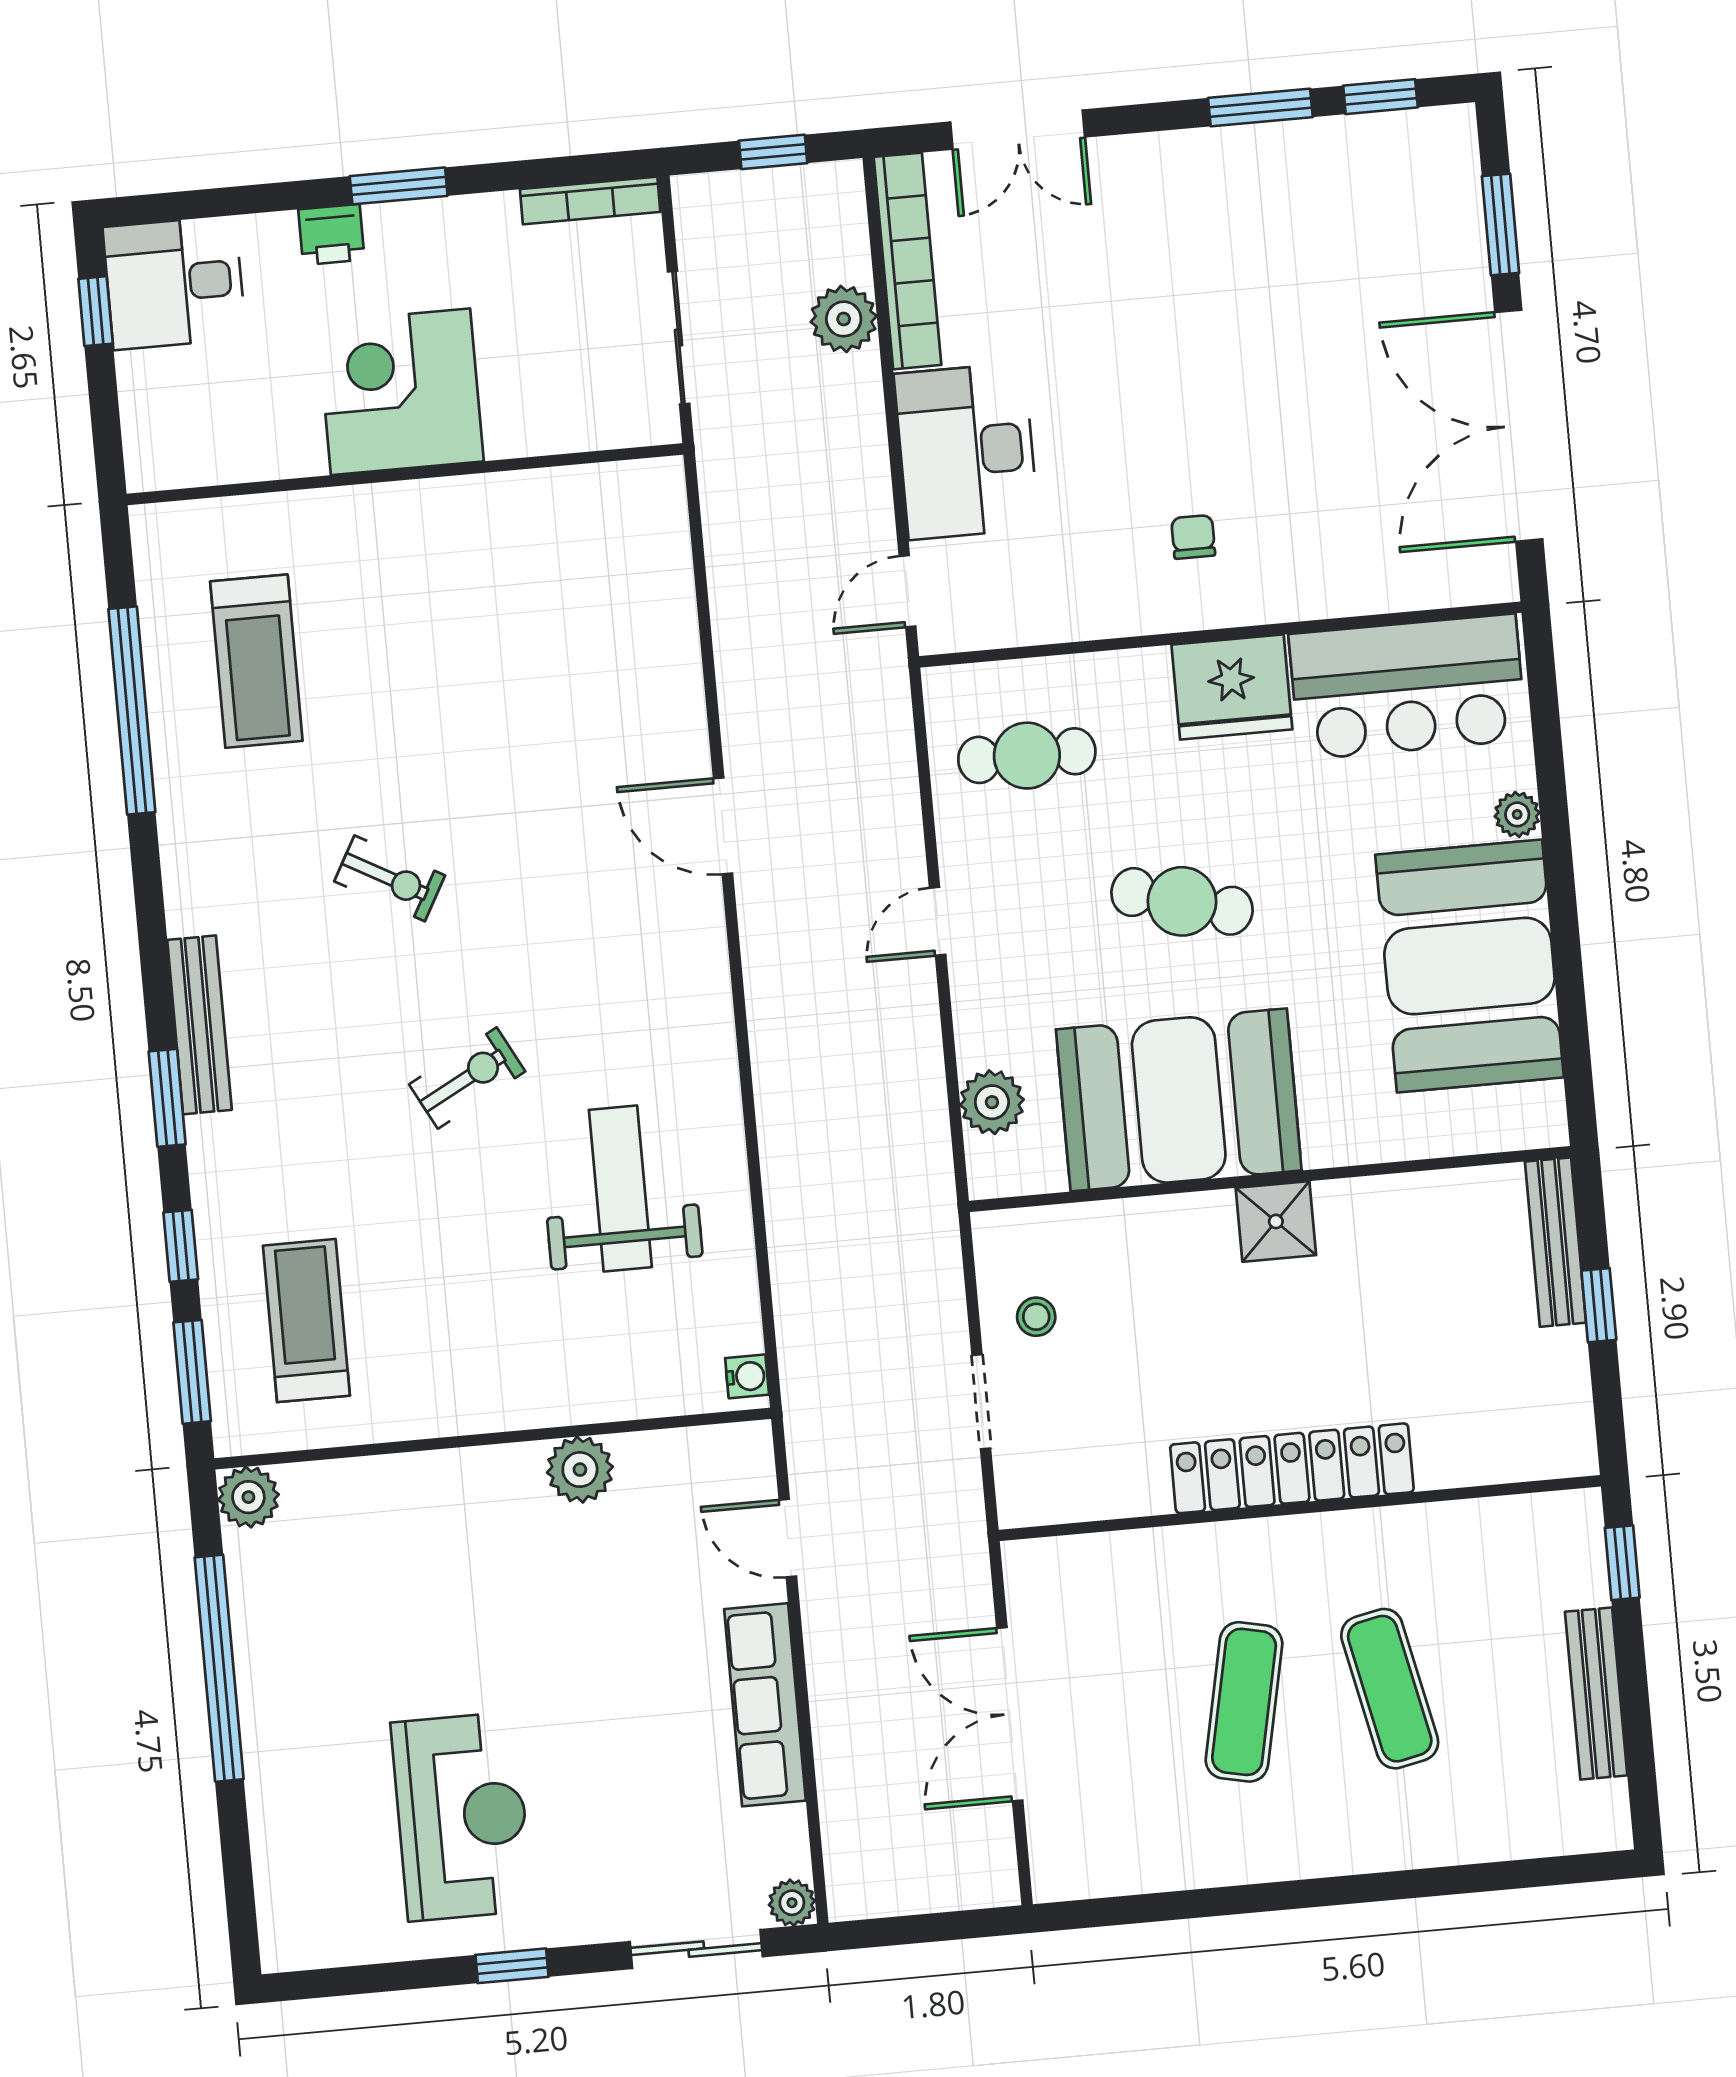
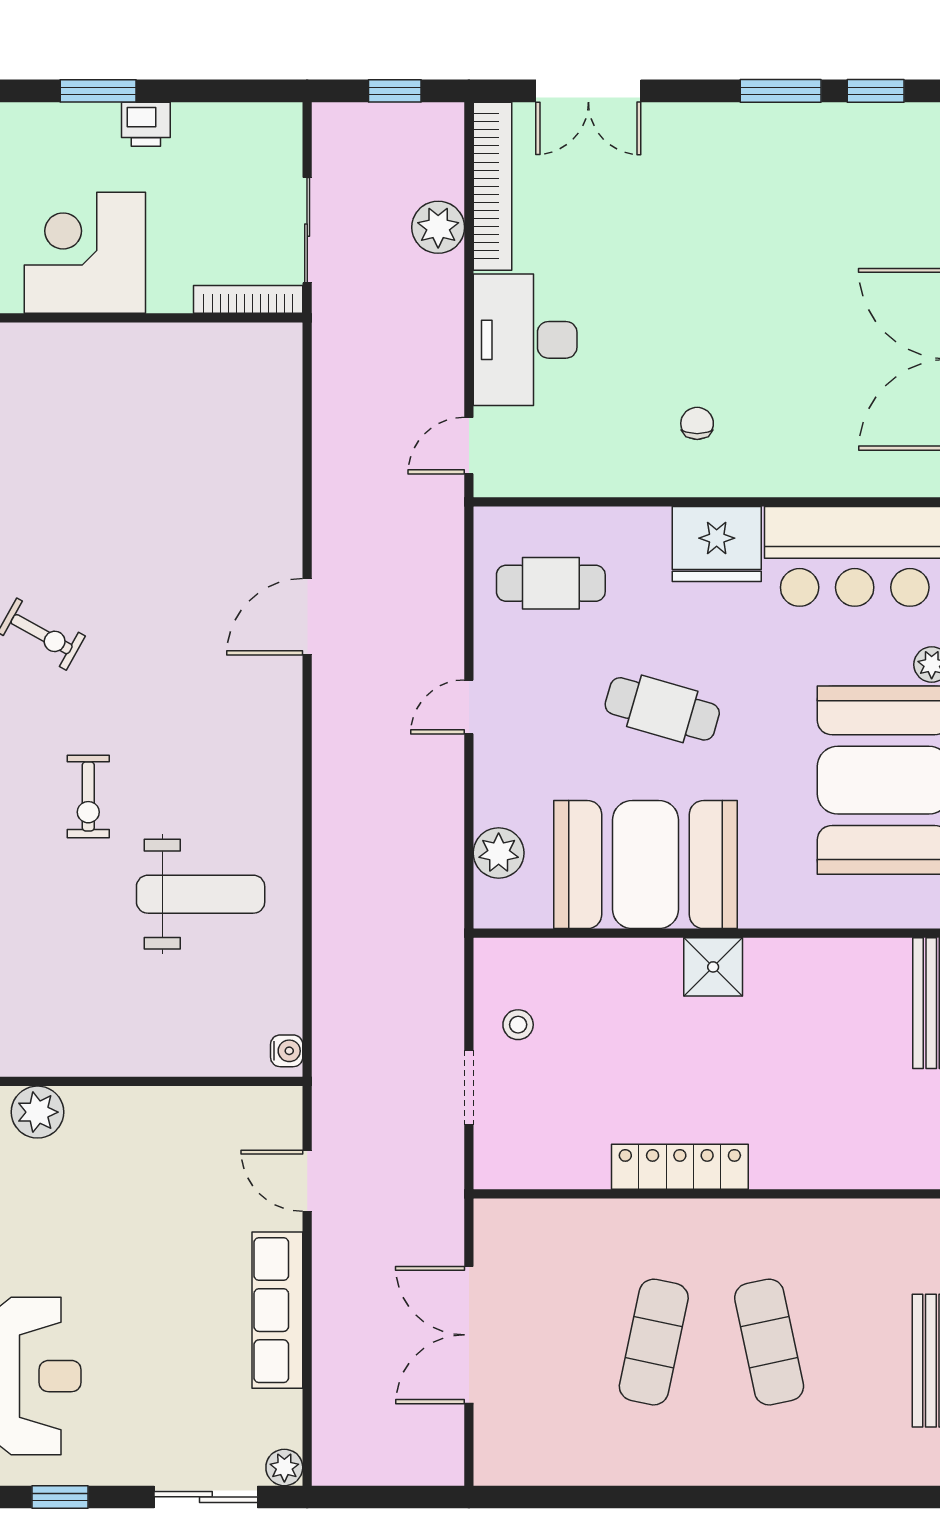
bookcase: (590, 201) -> (248, 299), moved, turned 180
printer: (331, 234) -> (146, 124), moved
door: (723, 826) -> (307, 617), hinge flipped
exercise bike: (467, 1078) -> (88, 796), turned 118
weight bench: (620, 1188) -> (201, 894), turned 90
locker: (1292, 1468) -> (680, 1167), width x0.71, depth x0.83
plant: (580, 1470) -> (37, 1112), moved

